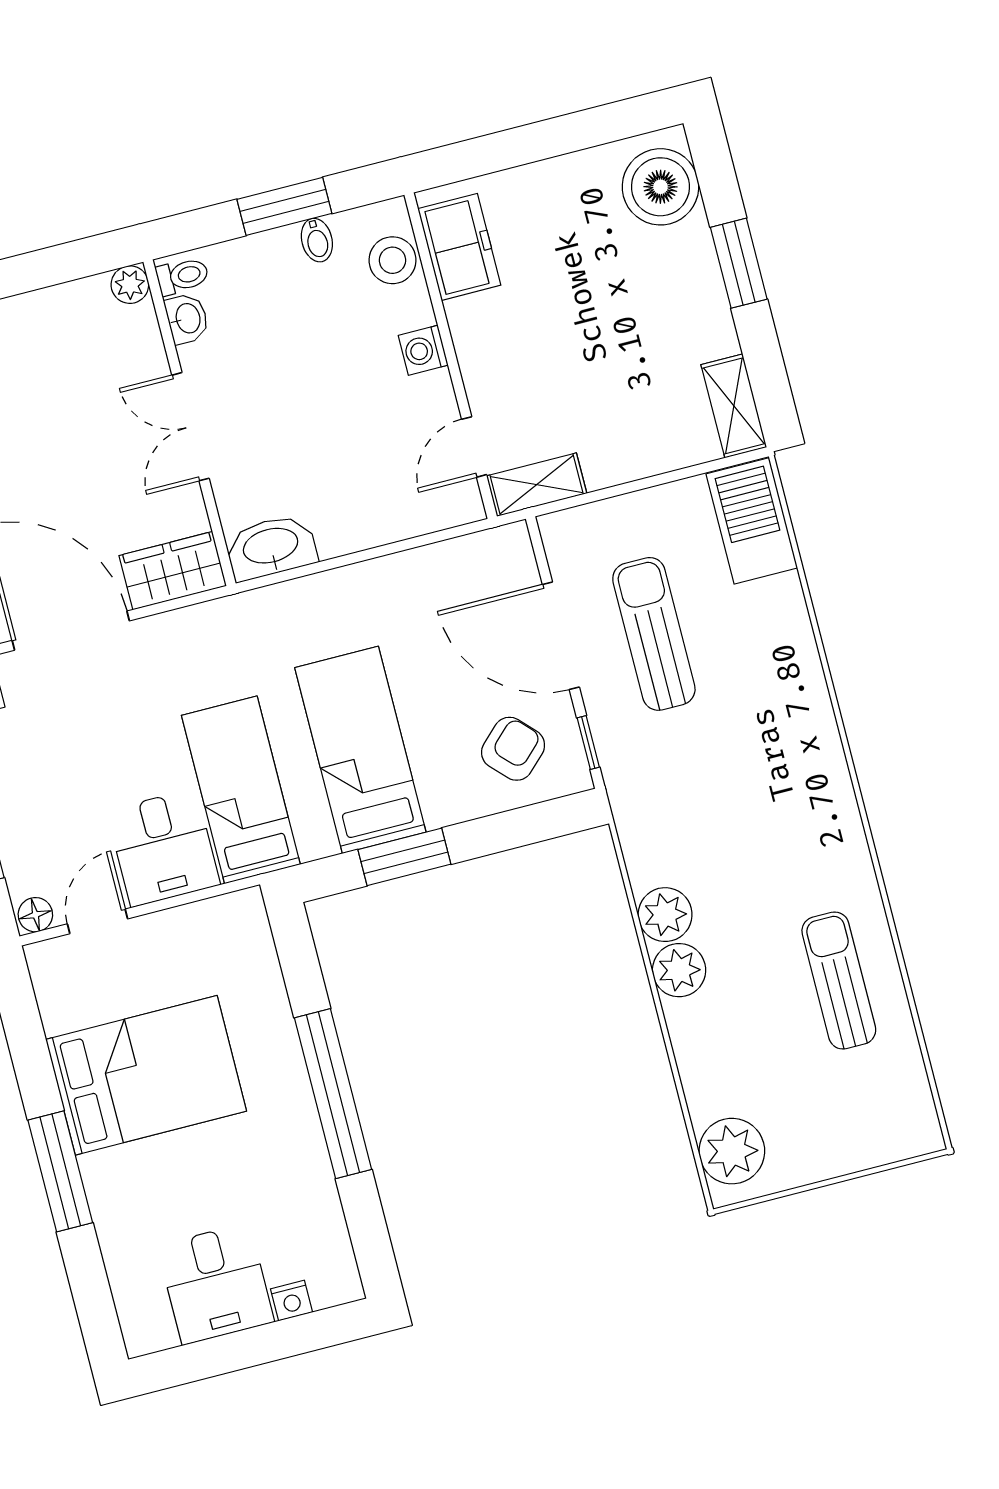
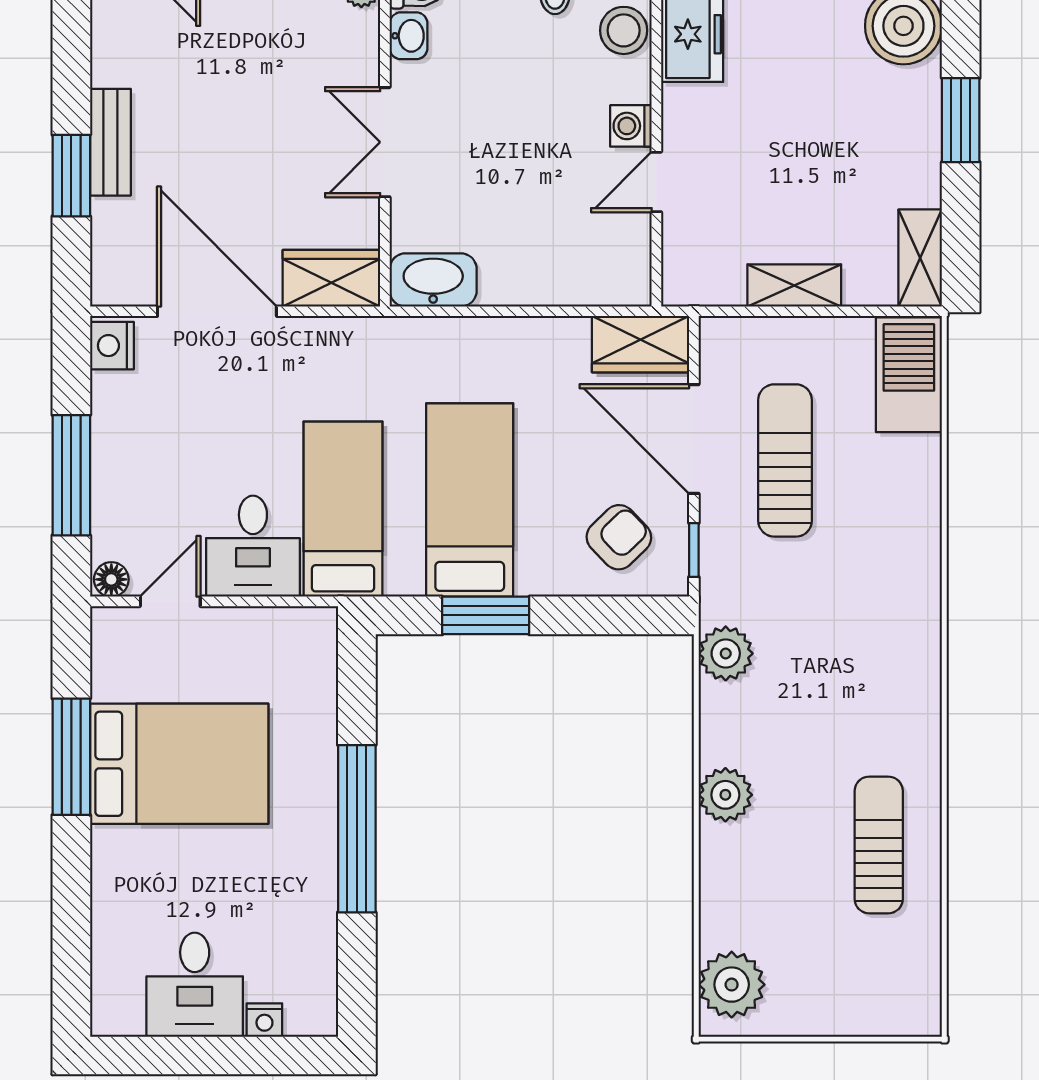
door: (474, 447) -> (656, 182), moved
shelving: (537, 485) -> (794, 285), moved
wardrobe: (486, 558) -> (641, 344), added
plant: (665, 915) -> (726, 653), moved
window: (60, 1171) -> (71, 757), moved

